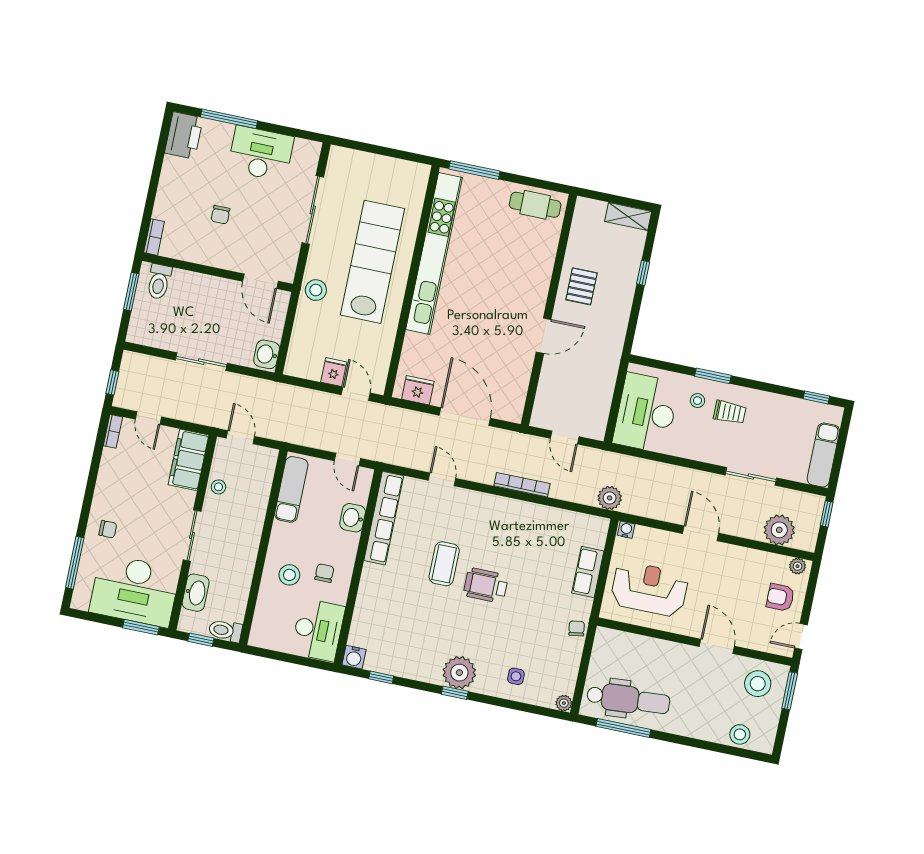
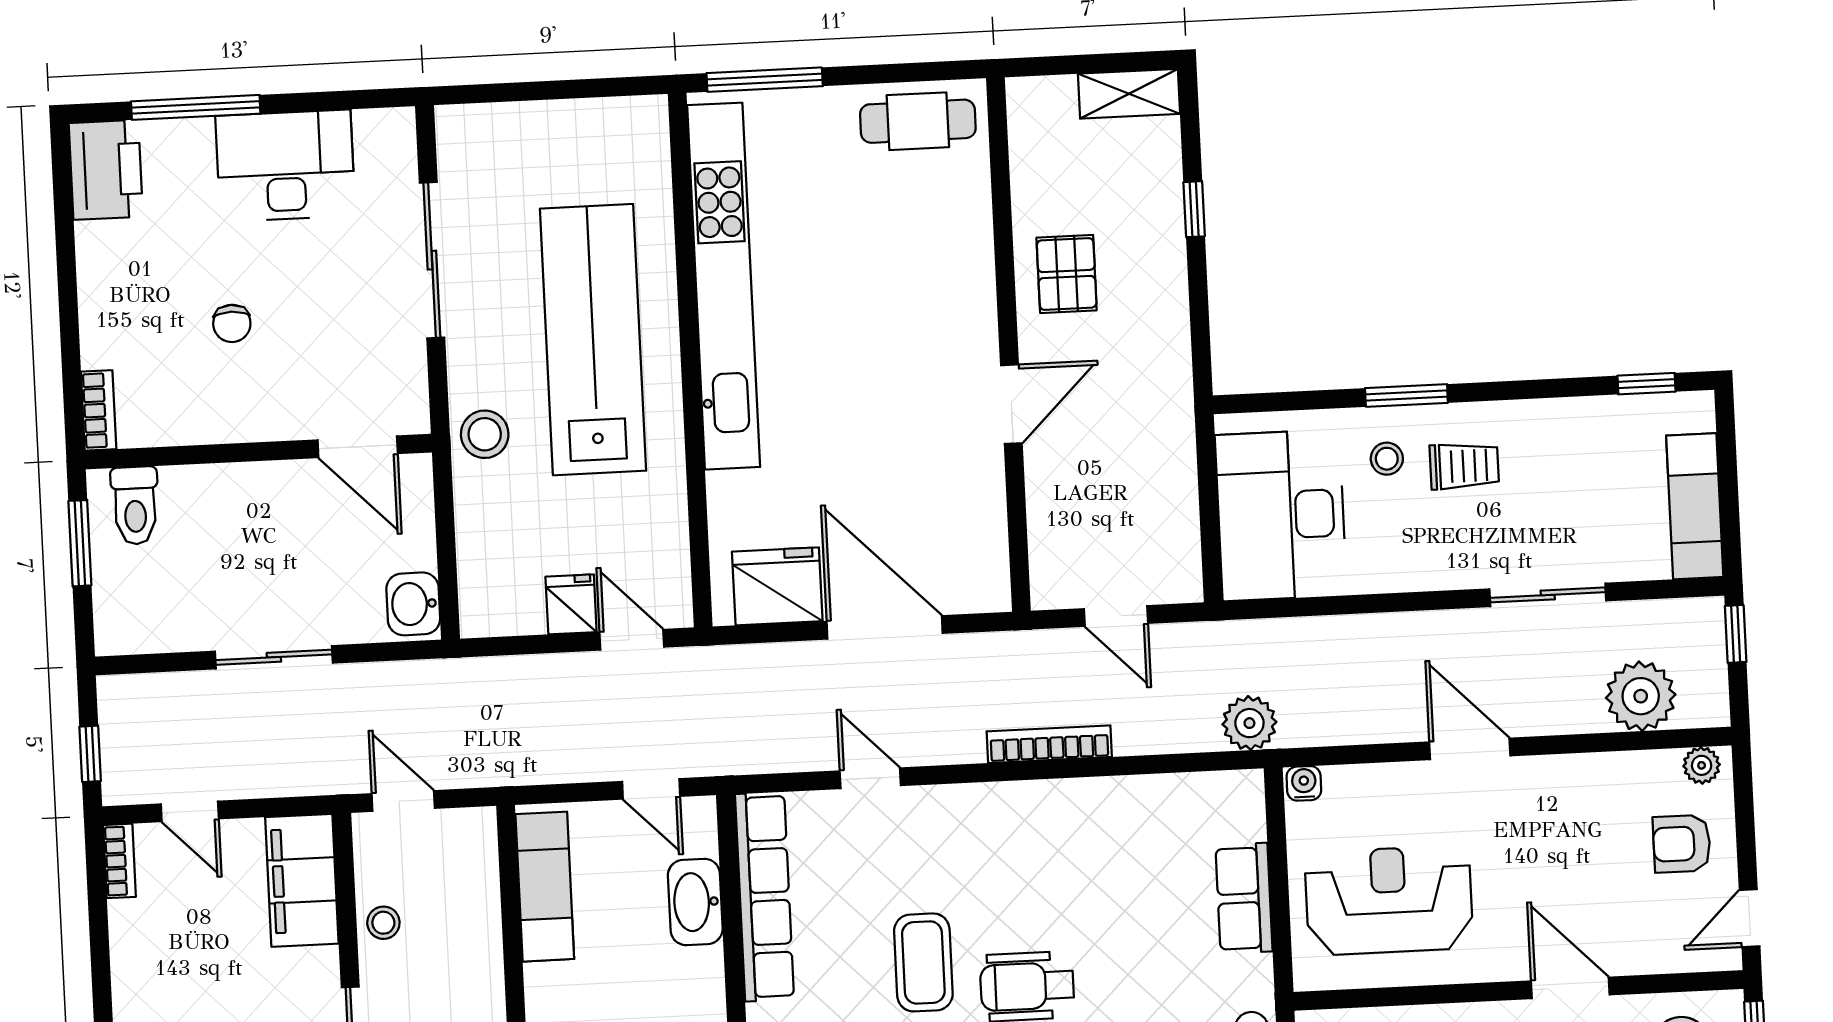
fridge: (418, 390) -> (777, 586), width x1.36, depth x1.34
washbasin: (353, 518) -> (695, 902), width x1.38

